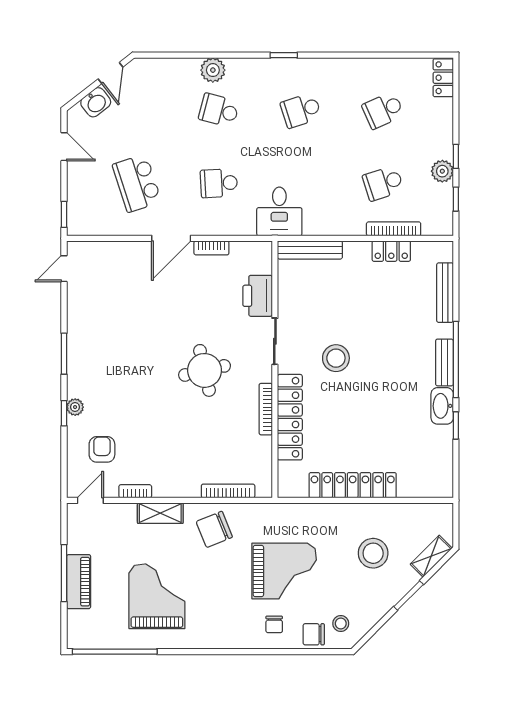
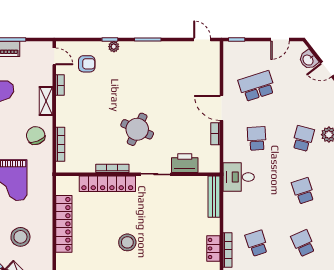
stool: (336, 358) -> (127, 242), moved
round table: (205, 370) -> (137, 129), turned 37

